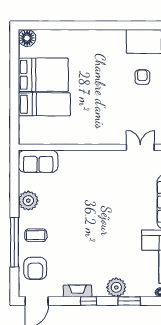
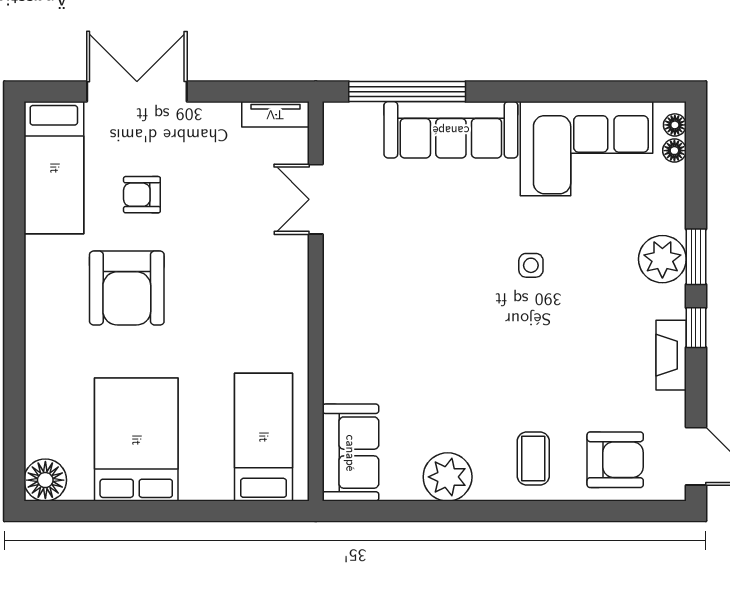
armchair: (105, 71) -> (127, 288), added
bed: (44, 104) -> (263, 437), moved
side table: (114, 234) -> (531, 265), added
window: (14, 242) -> (550, 511), removed
window: (129, 301) -> (696, 257), moved

